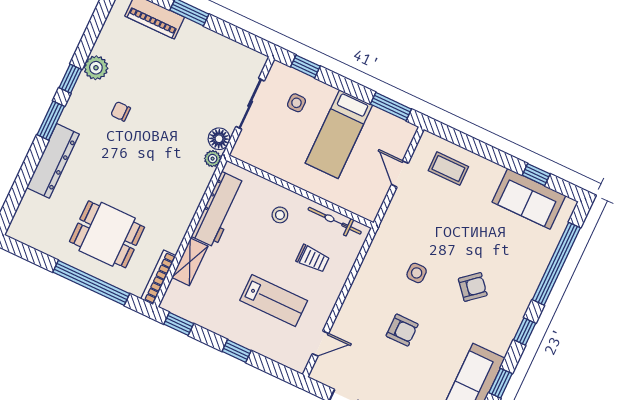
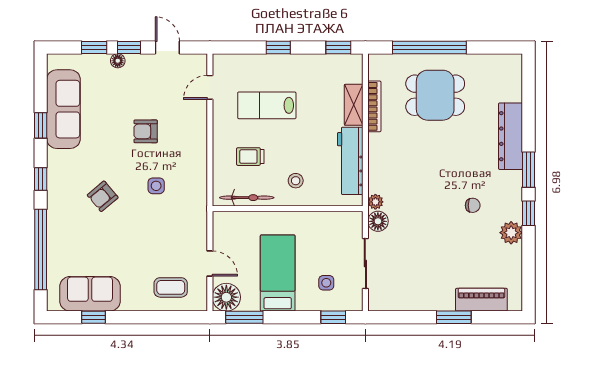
floor lamp: (399, 134) -> (226, 297), added
bookcase: (158, 277) -> (374, 106), moved

